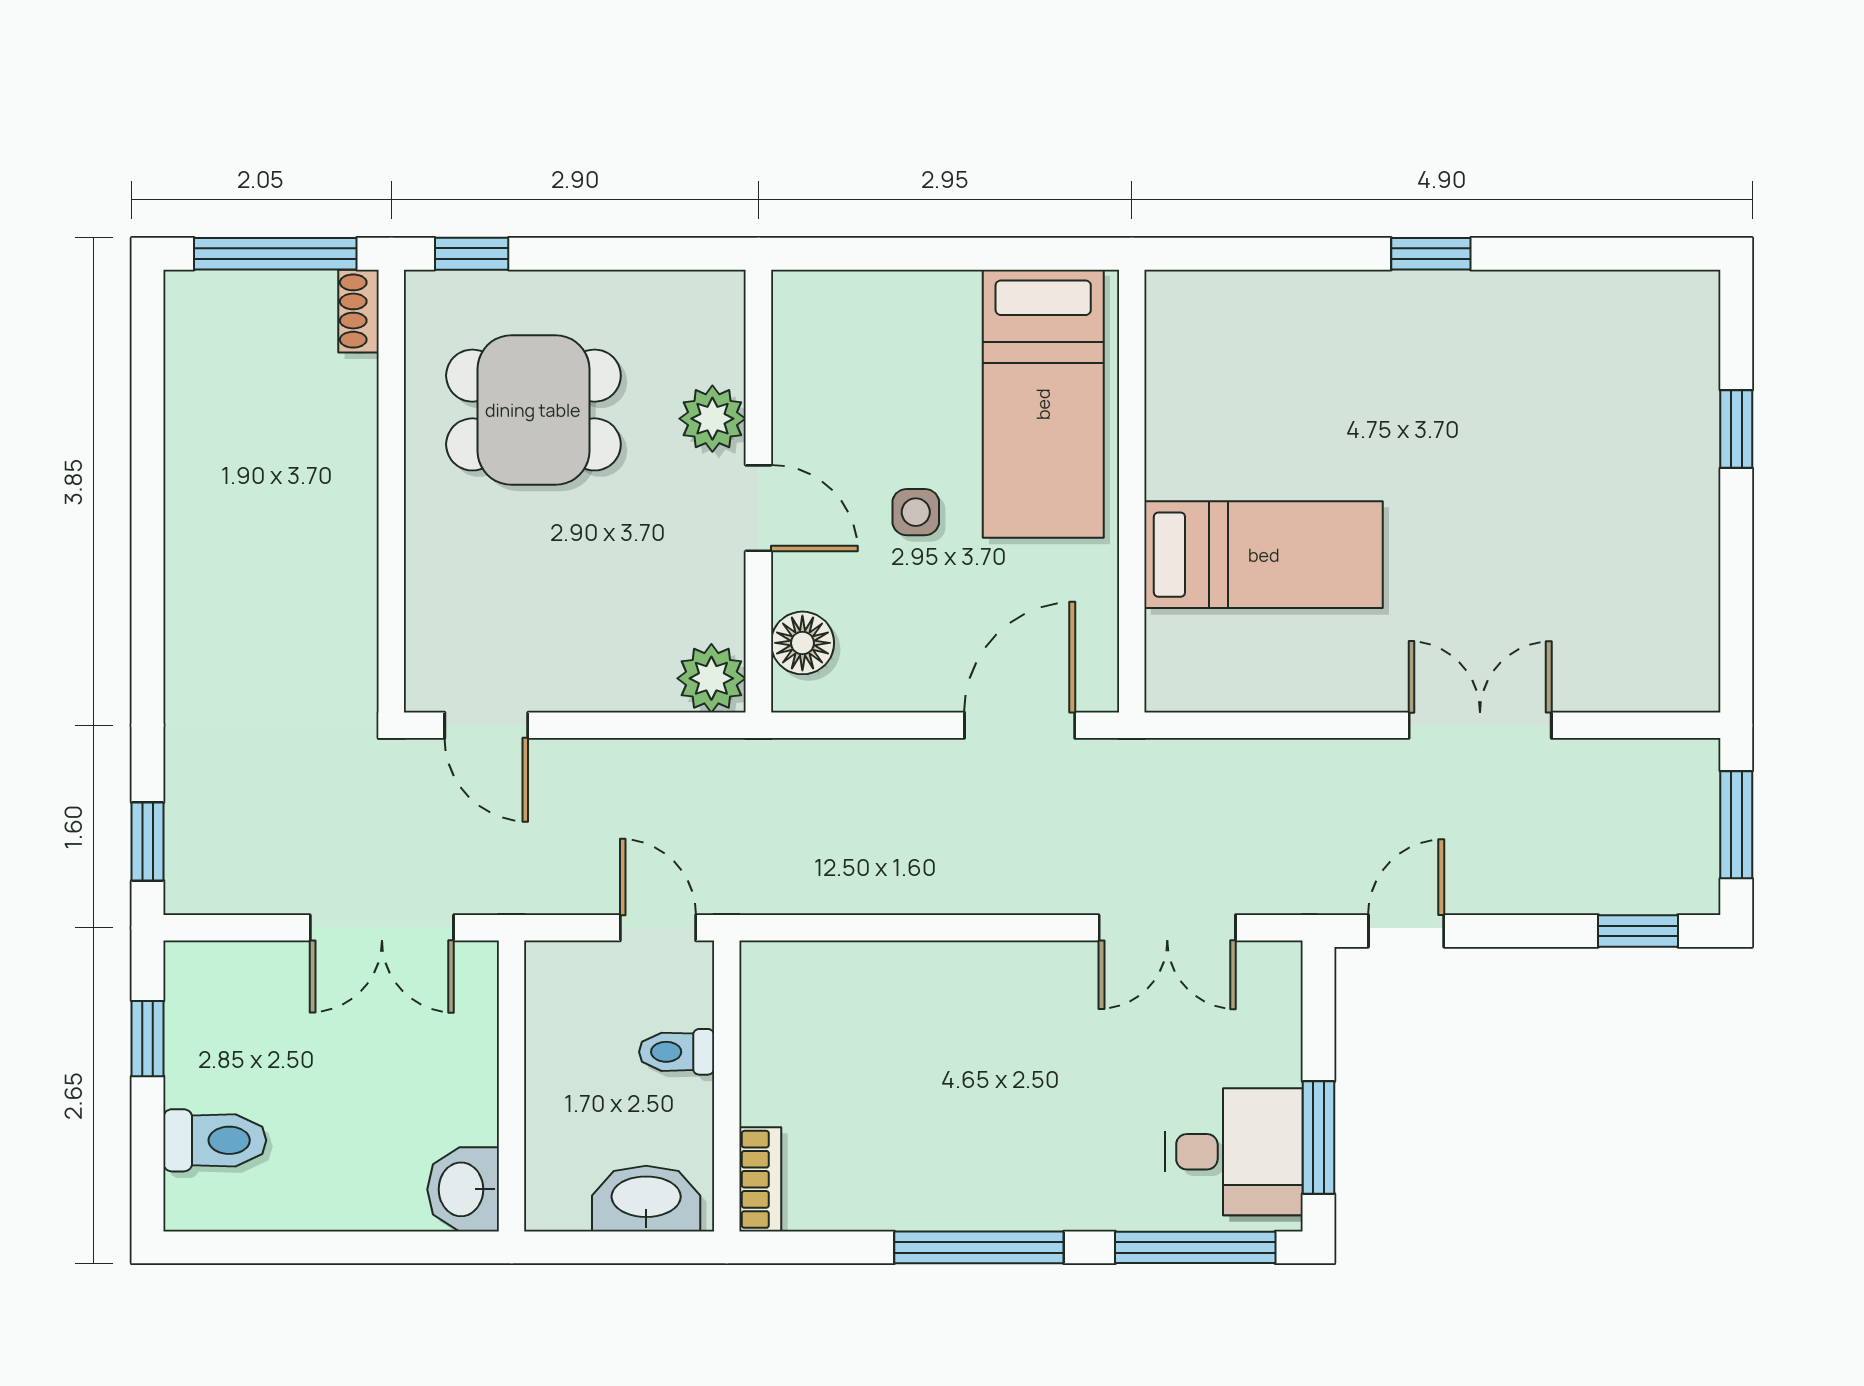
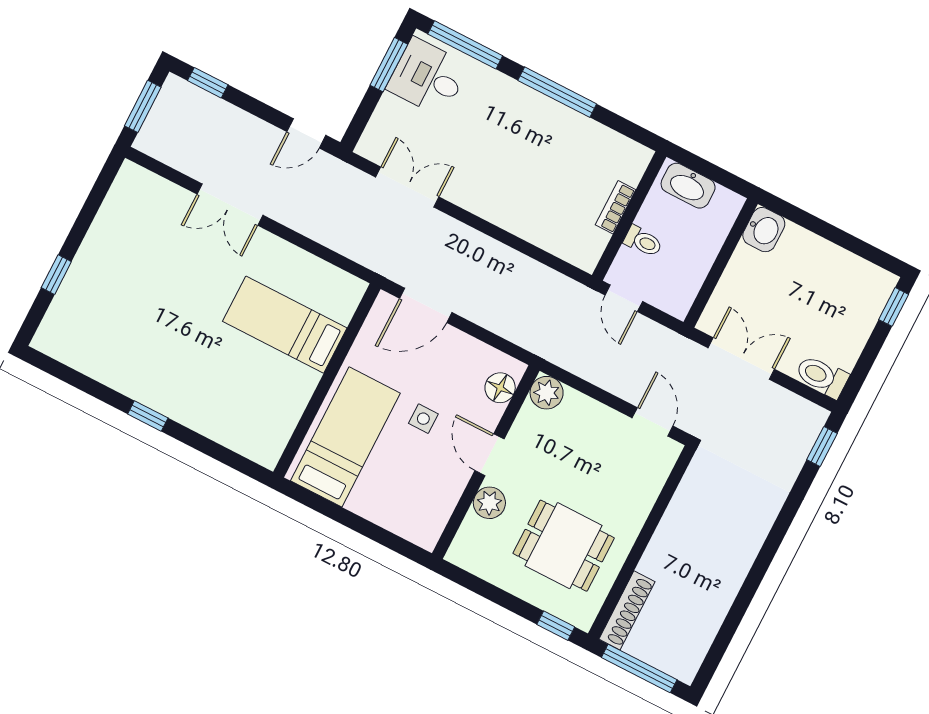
shoe rack: (358, 311) -> (627, 610), width x1.94, depth x1.24
window: (148, 1039) -> (894, 307), moved
toilet: (215, 1140) -> (822, 376), moved
bookcase: (760, 1179) -> (616, 207), moved

